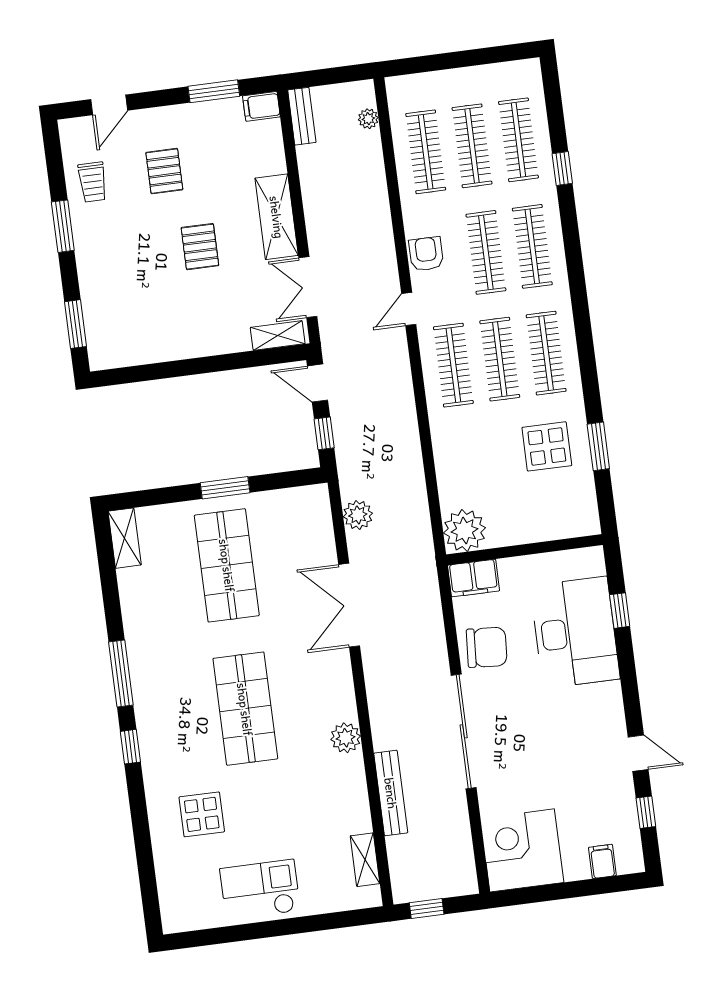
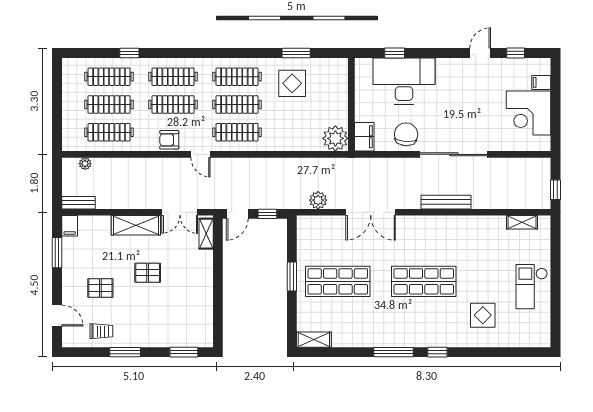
plant: (346, 738) -> (449, 224), removed
bench: (391, 793) -> (446, 202), moved
corner desk: (522, 850) -> (529, 113), moved

